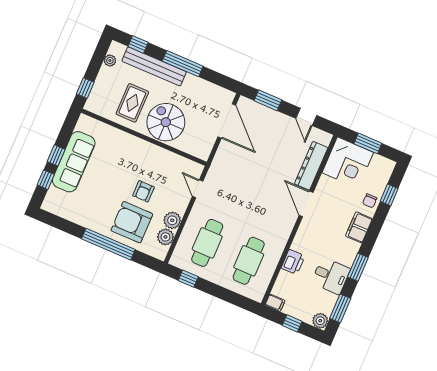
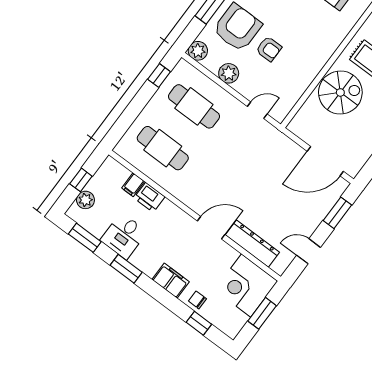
armchair: (143, 191) -> (269, 49), turned 180
plant: (165, 237) -> (198, 51), moved
filing cabinet: (275, 303) -> (133, 185), moved
plant: (320, 321) -> (85, 200), moved

